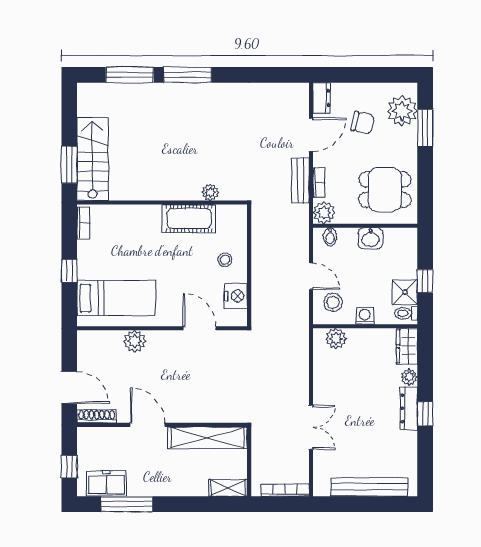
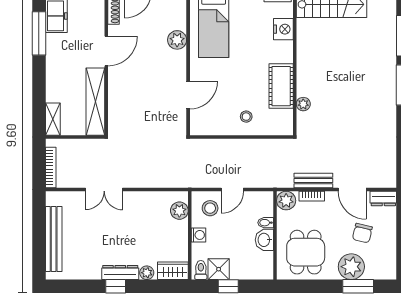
plant: (402, 111) -> (351, 267), moved
bidet: (330, 237) -> (266, 223), moved
nightstand: (236, 296) -> (283, 29), moved, turned -90

